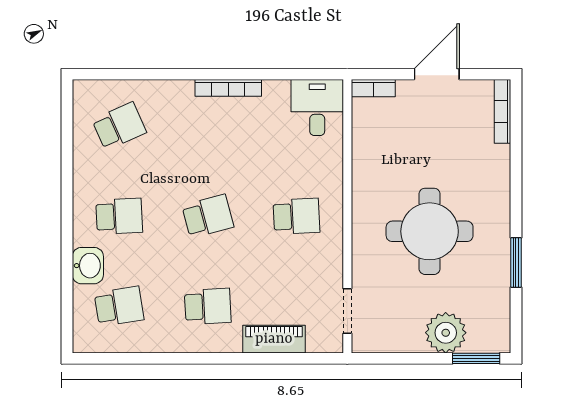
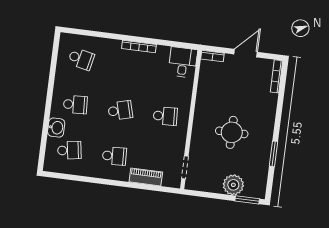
school desk: (119, 126) -> (81, 59), turned 36
round table: (430, 231) -> (232, 132), width x0.73, depth x0.73

